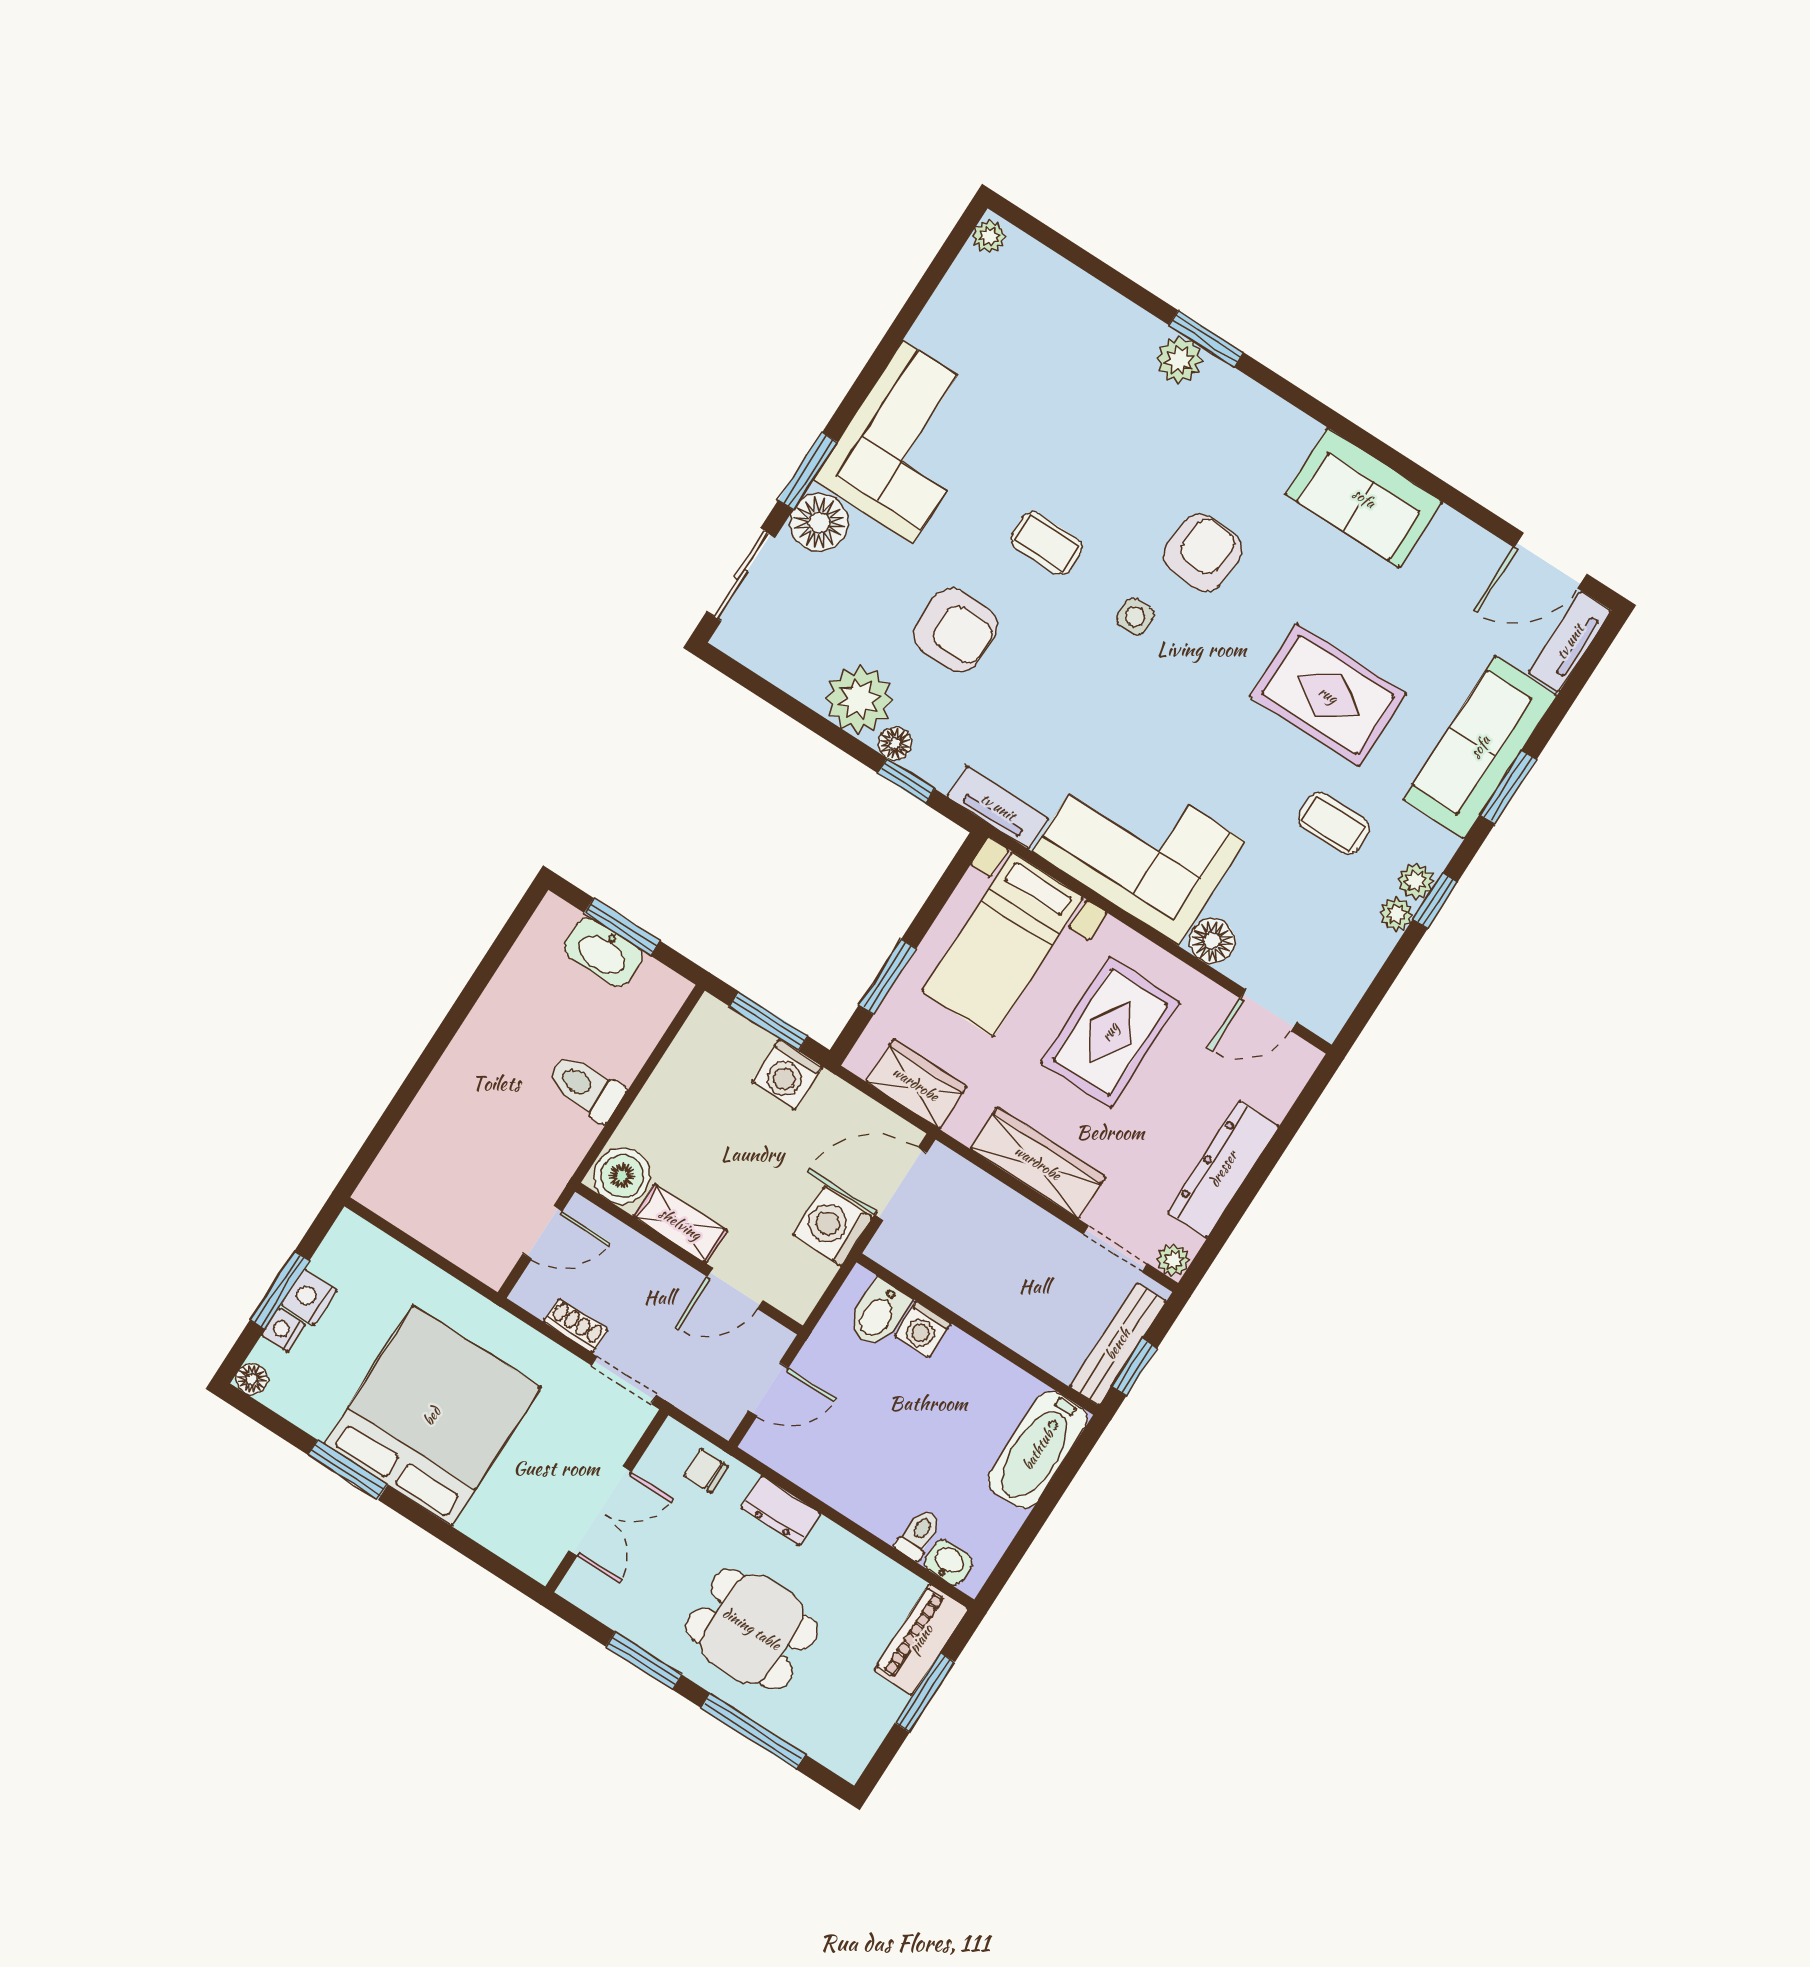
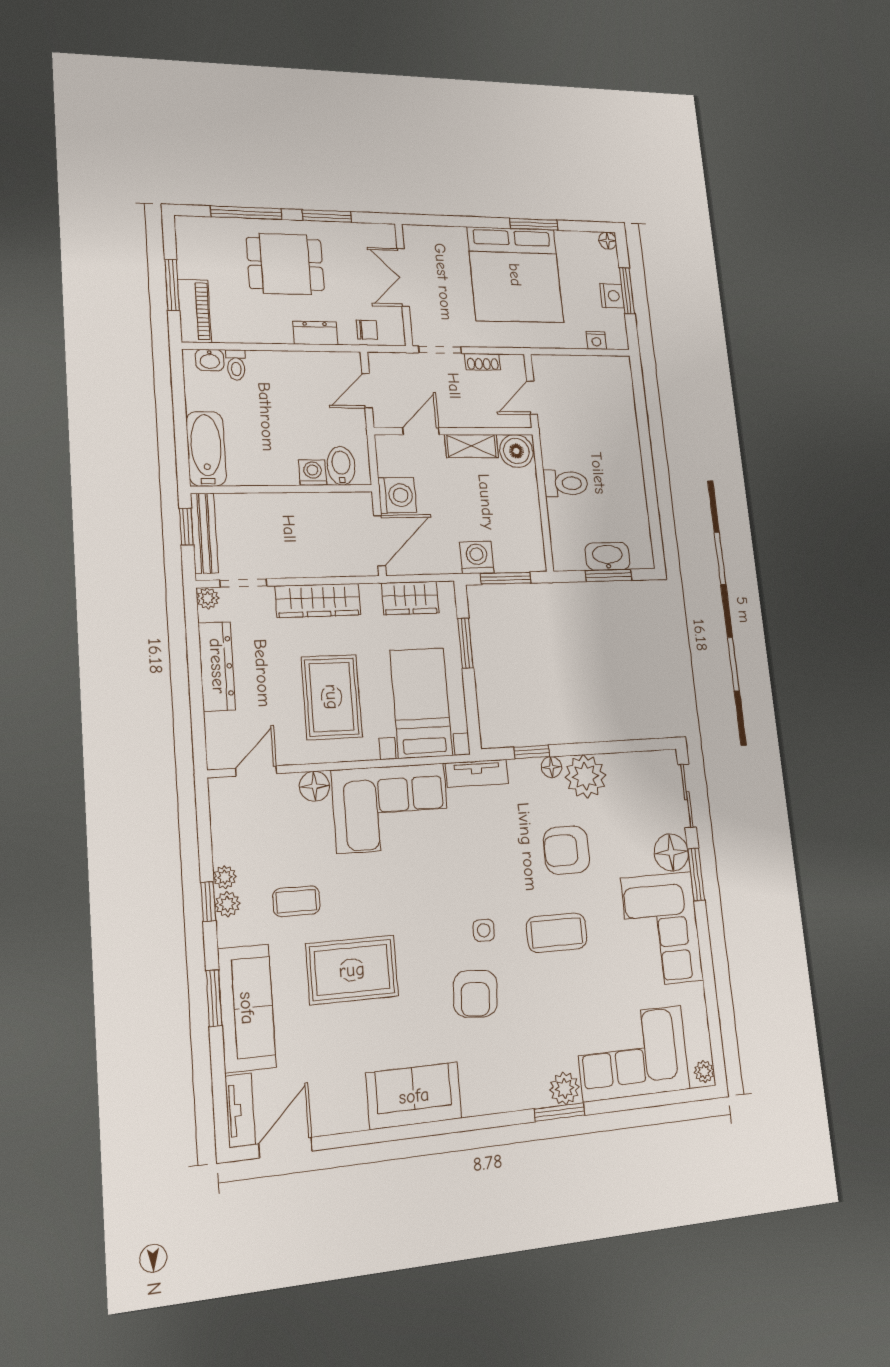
corner sofa: (1063, 331) -> (632, 1053), added
coffee table: (1046, 543) -> (557, 933), width x1.36, depth x1.30
nightstand: (283, 1330) -> (596, 340), moved, turned 90

